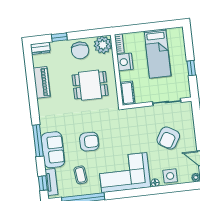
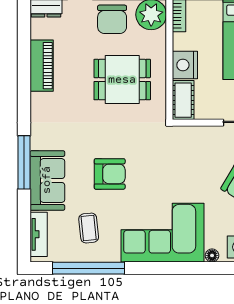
nightstand: (125, 62) -> (185, 65), moved
window: (43, 183) -> (24, 234), removed

